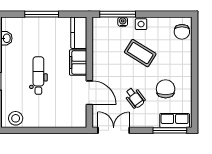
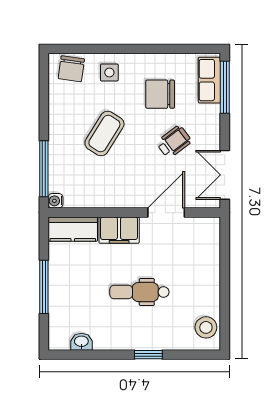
water cooler: (123, 22) -> (56, 201), moved
side table: (141, 24) -> (109, 73), moved
chair: (182, 32) -> (71, 69), turned 98

